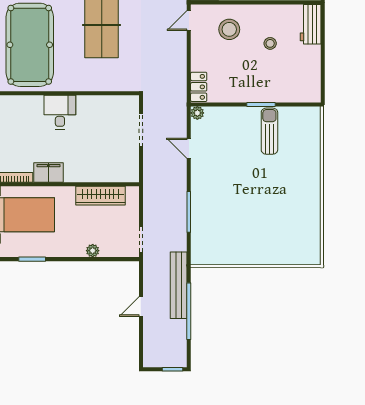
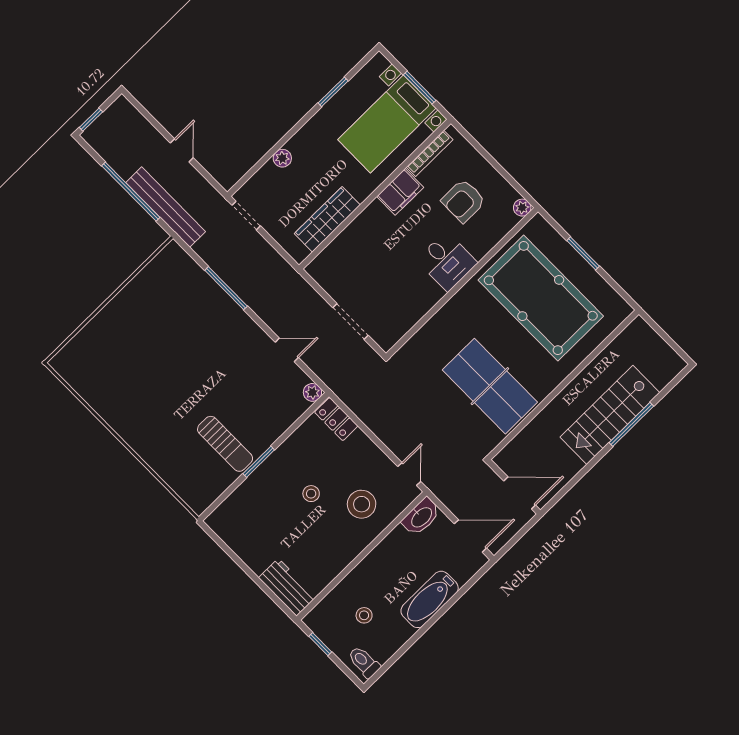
stool: (270, 43) -> (311, 494), moved
armchair: (20, 135) -> (463, 201), added

